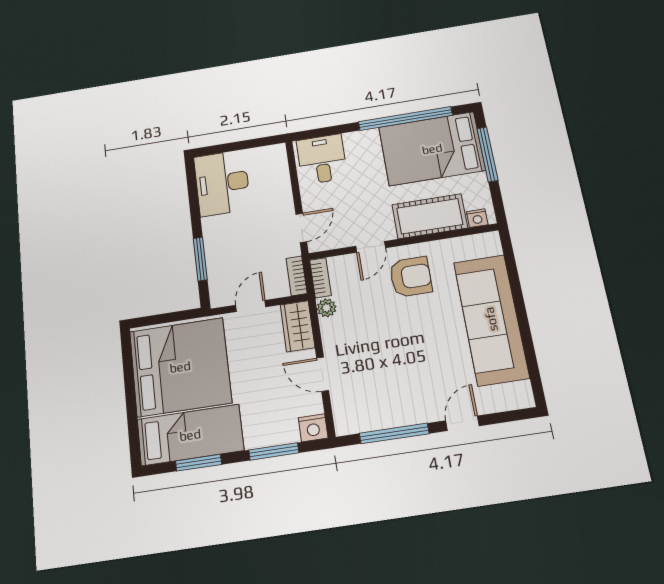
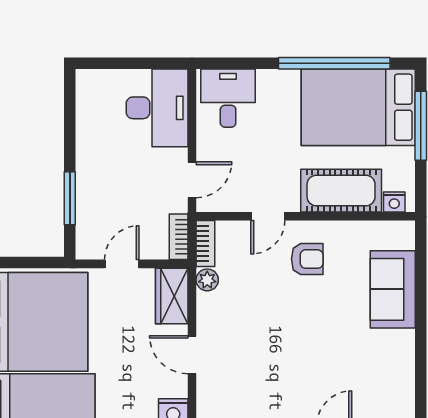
desk: (222, 183) -> (157, 108), moved, turned 180
armchair: (411, 277) -> (307, 259), width x0.72, depth x0.72
sofa: (491, 319) -> (393, 289), width x0.54, depth x0.79

